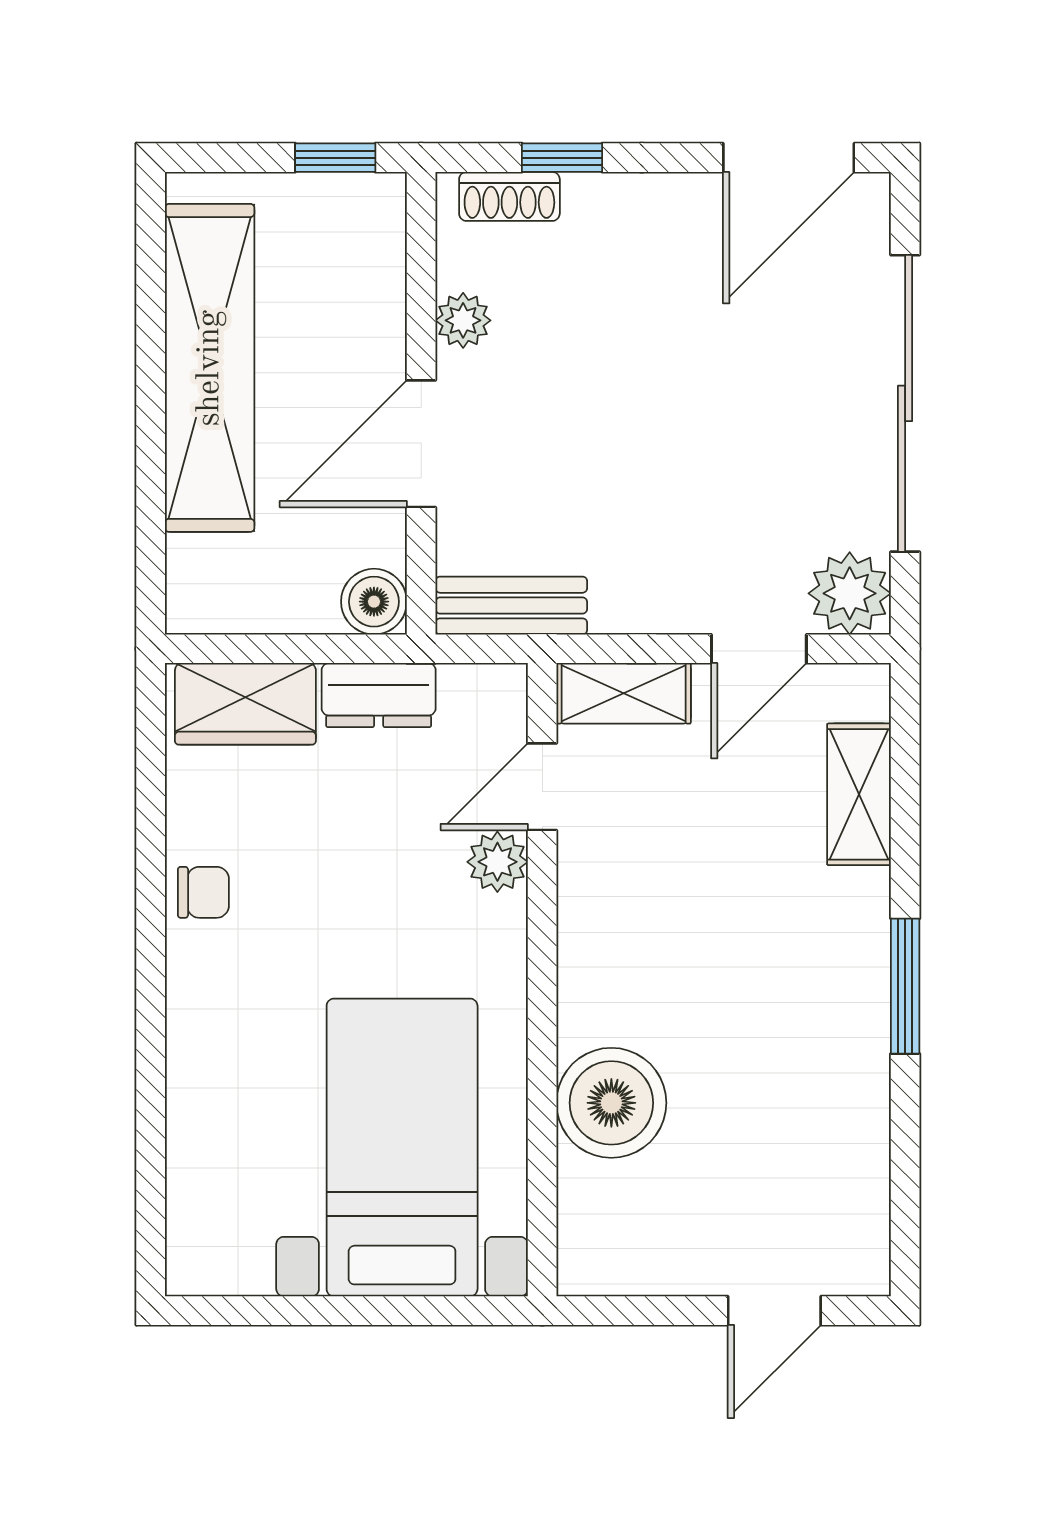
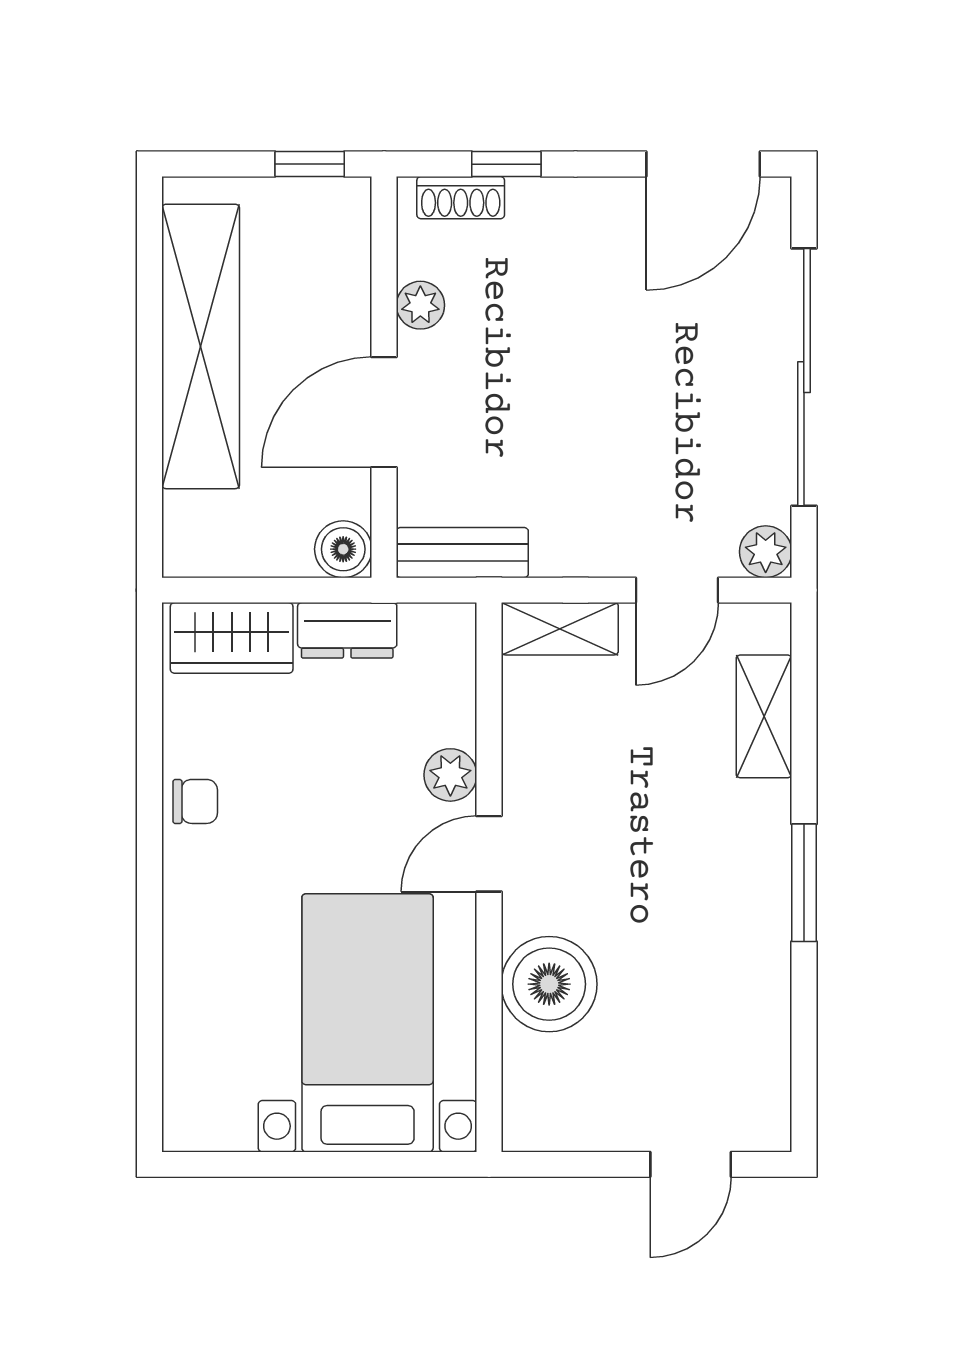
plant: (850, 593) -> (766, 552), width x0.73, depth x0.73
door: (542, 787) -> (489, 854), moved

